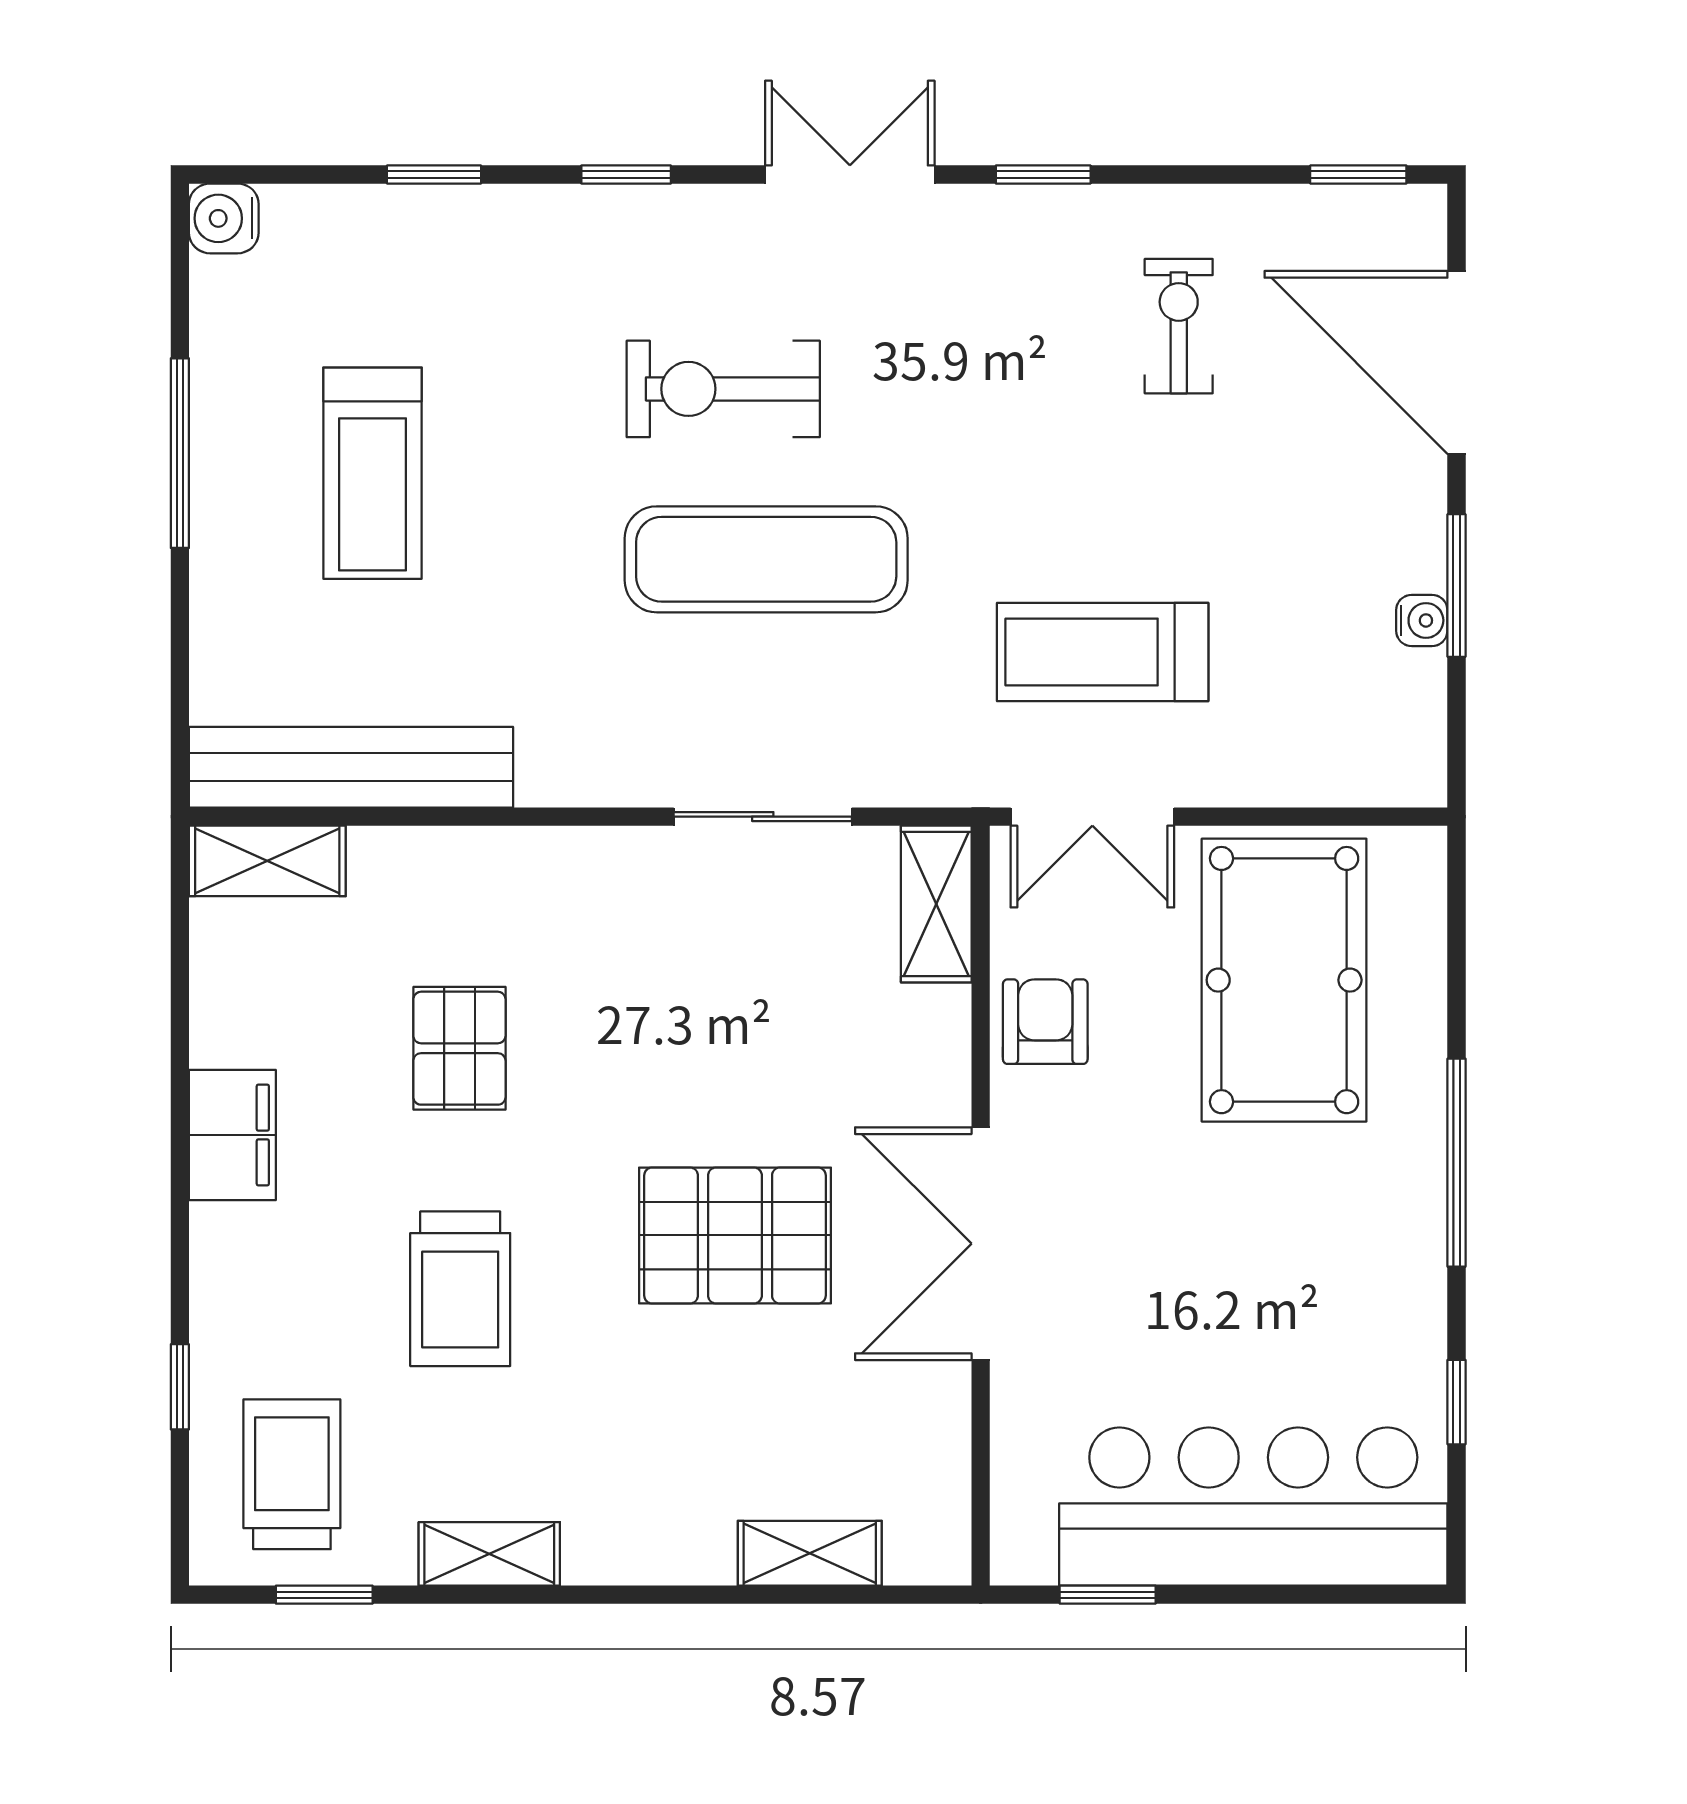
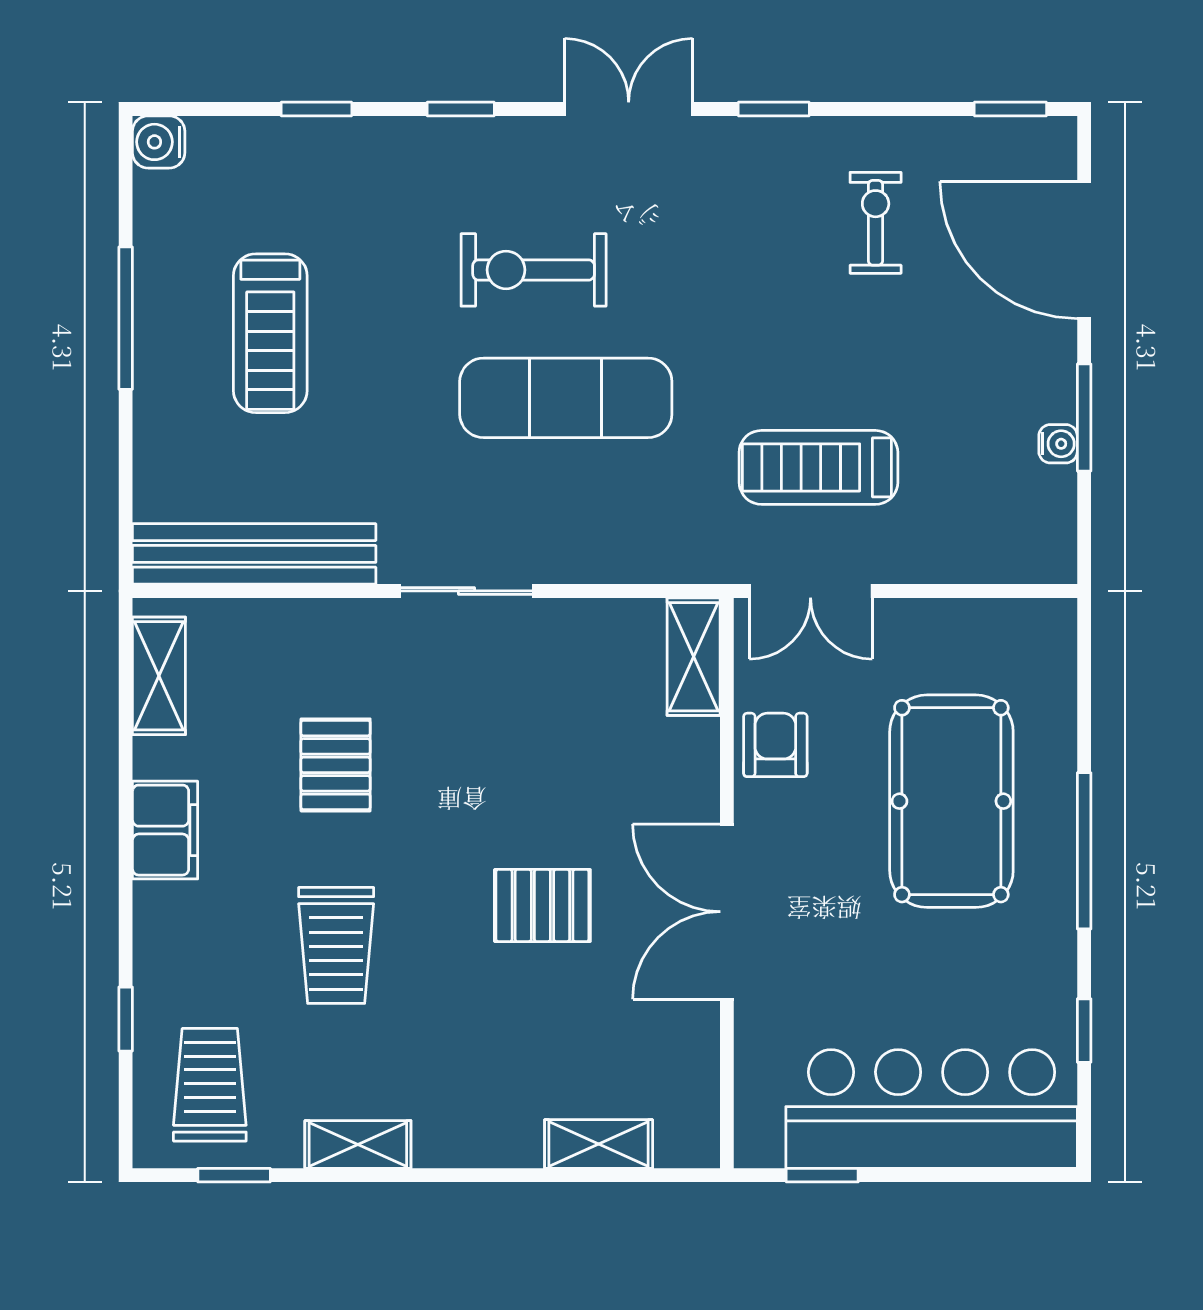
sliding door: (763, 817) -> (467, 591), moved
shelving: (267, 861) -> (159, 676), moved, turned 90
pool table: (1284, 980) -> (951, 801), moved
pallet: (735, 1235) -> (542, 905), width x0.67, depth x0.71

